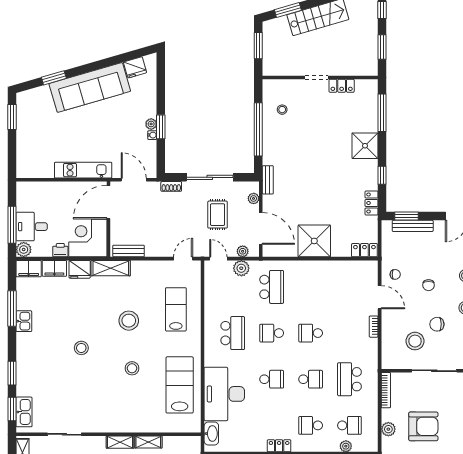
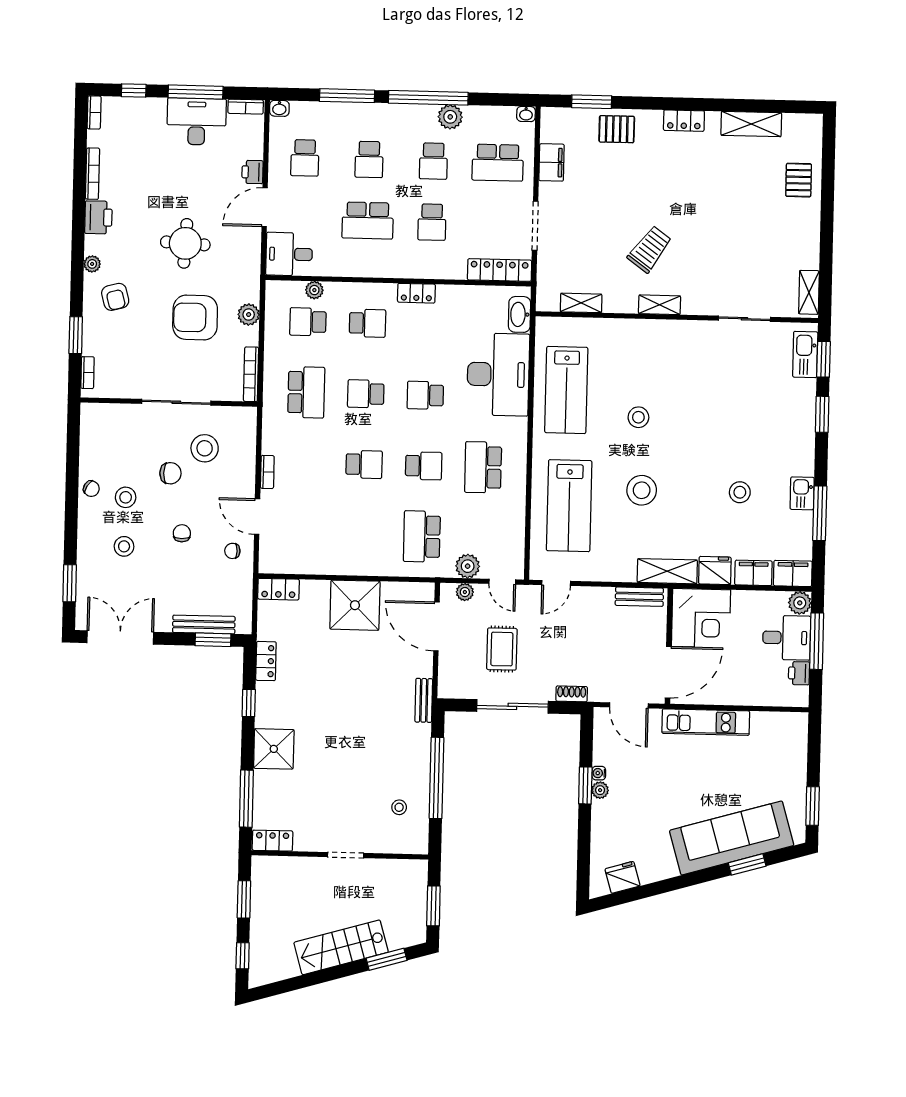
locker: (342, 86) -> (272, 841), moved
sofa: (90, 87) -> (732, 838), moved
plant: (254, 198) -> (446, 672), removed
printer: (60, 250) -> (799, 673), moved, turned 90
lab bench: (176, 309) -> (569, 506), width x1.36, depth x1.39
stool: (81, 348) -> (740, 492), moved
shelving: (148, 442) -> (581, 303), moved

